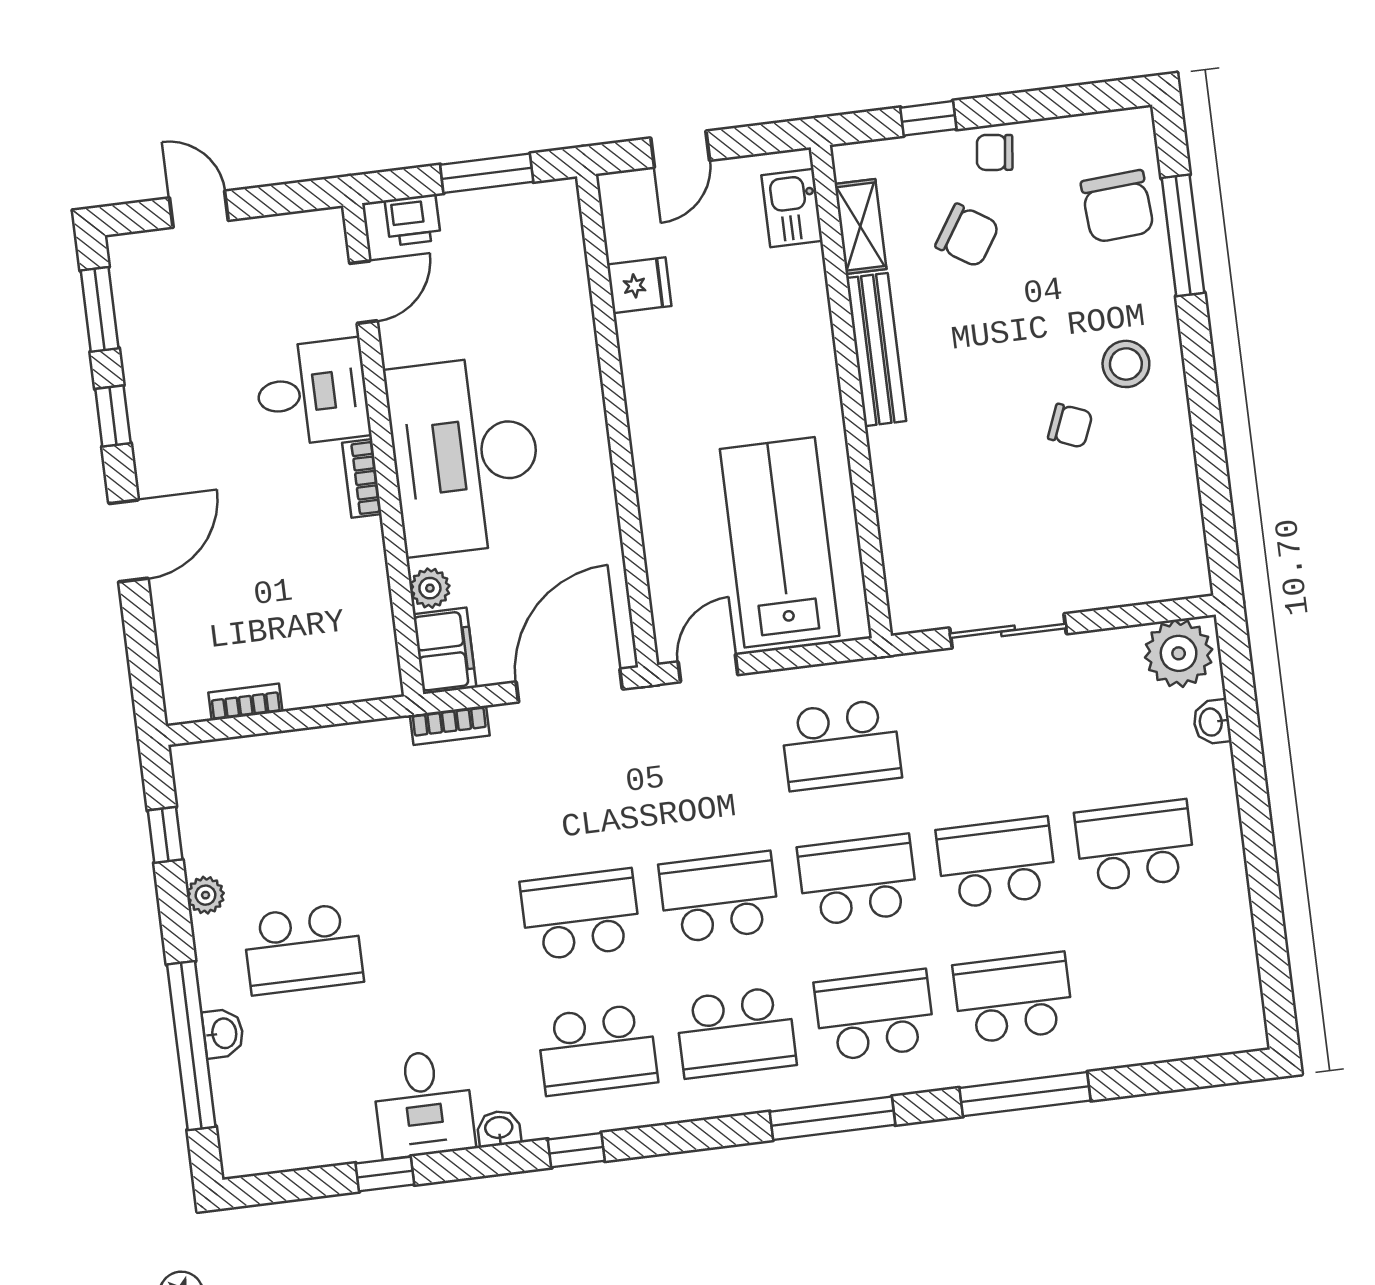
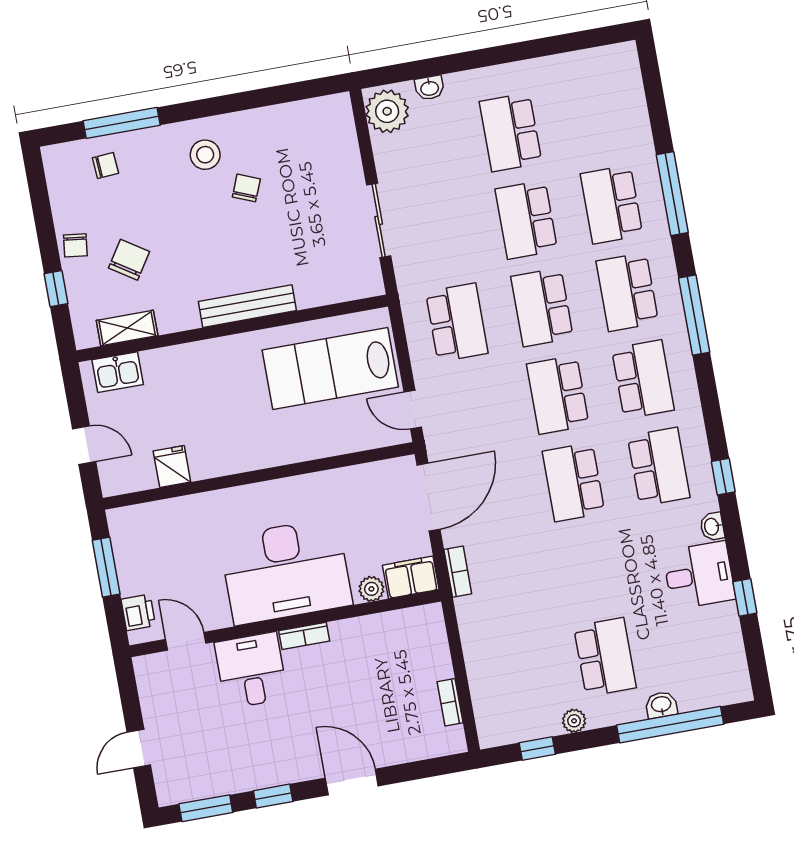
chair: (1117, 206) -> (105, 166), width x0.54, depth x0.54
bench: (876, 350) -> (247, 306), moved
door: (569, 685) -> (428, 497), swing flipped

